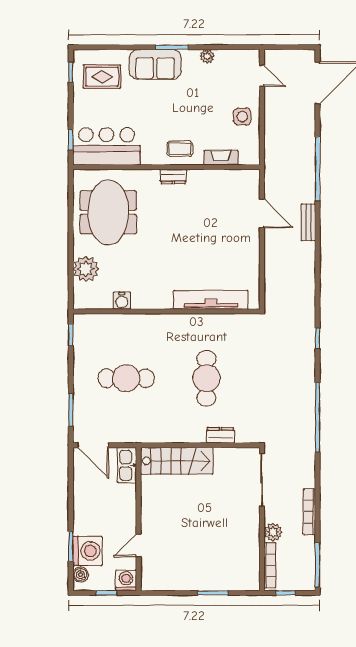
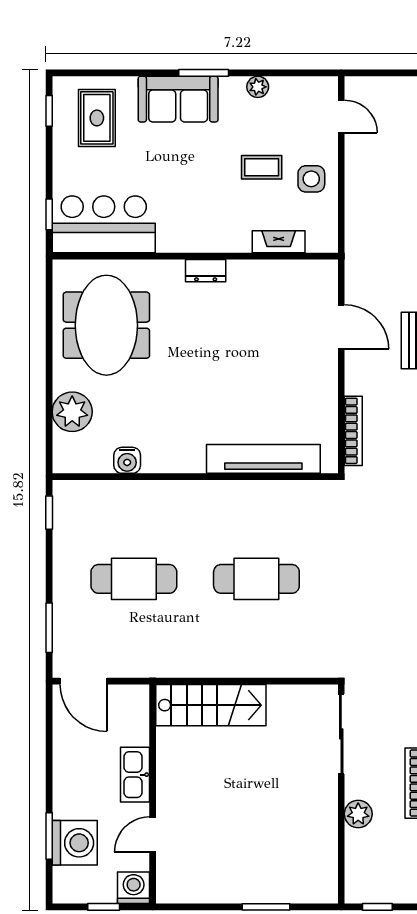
rug: (102, 77) -> (97, 118), turned 90
coffee table: (180, 149) -> (262, 167), moved
cafe table: (206, 378) -> (256, 579), turned 90
dresser: (221, 435) -> (278, 666), removed
kitchen sink: (127, 465) -> (135, 775), moved
bookcase: (270, 565) -> (353, 431), moved
boiler: (81, 575) -> (64, 879), removed

